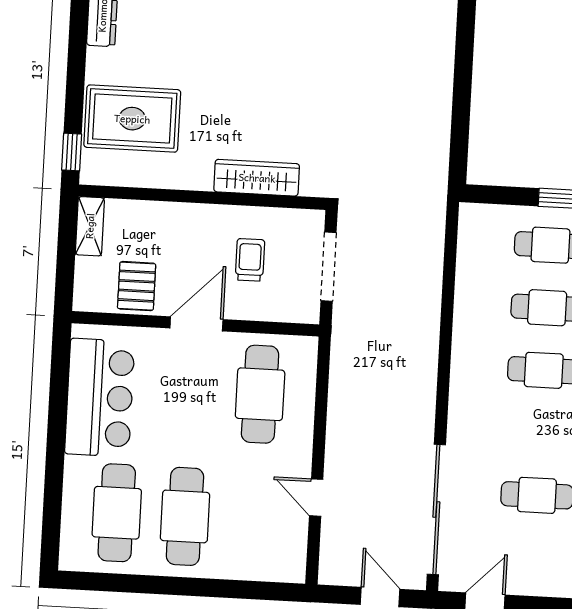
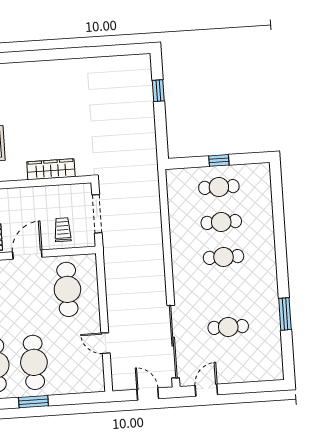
window: (464, 61) -> (158, 91), added
trolley: (250, 260) -> (63, 230), moved
window: (176, 586) -> (33, 402), added

